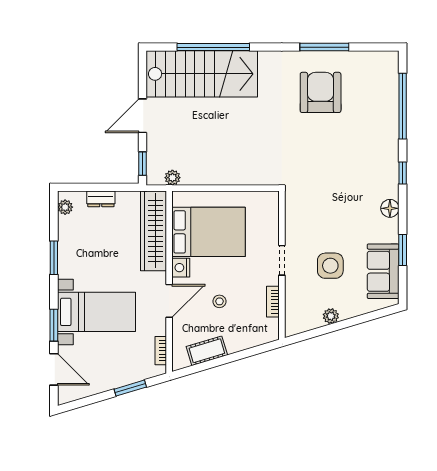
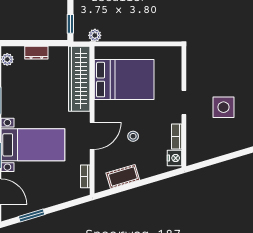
nightstand: (181, 268) -> (174, 158), moved, turned 180
plant: (331, 316) -> (224, 148), removed
window: (130, 388) -> (32, 215), moved

